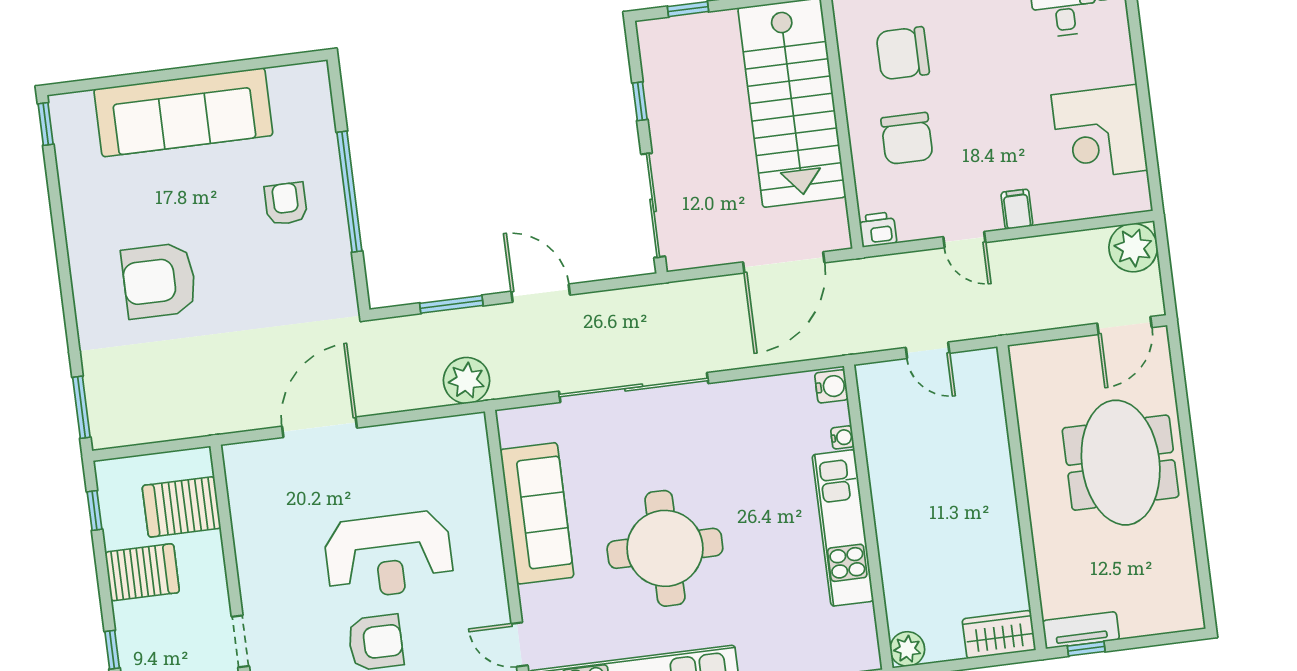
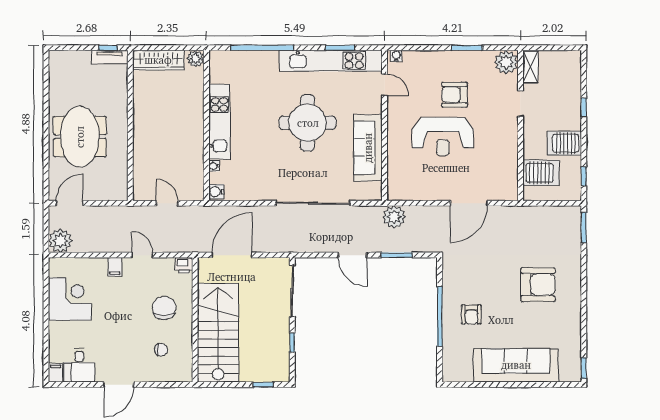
chair: (903, 53) -> (161, 350), width x0.54, depth x0.54
reception desk: (389, 555) -> (443, 136), turned 180
wardrobe: (999, 634) -> (158, 60), width x1.50

